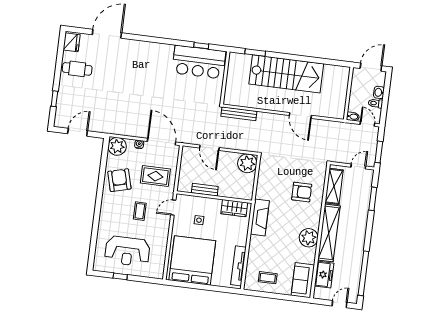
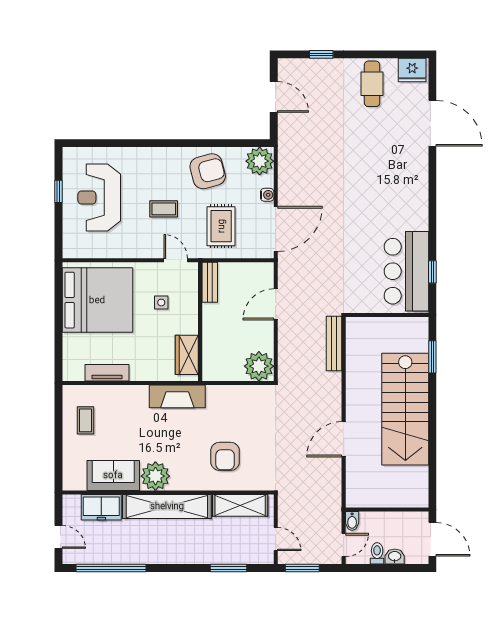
bench: (205, 190) -> (210, 282), moved
tv unit: (238, 266) -> (107, 373), width x0.71
sofa: (303, 280) -> (113, 475), moved

